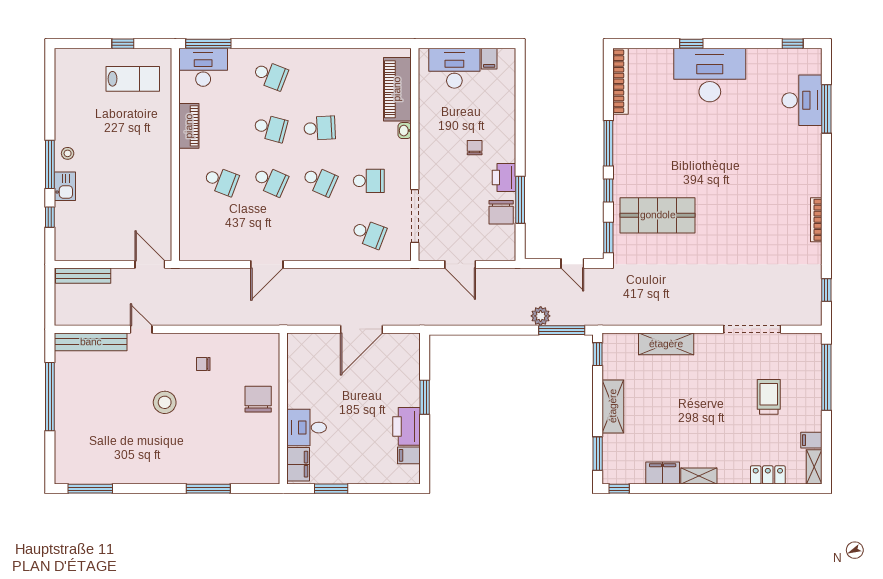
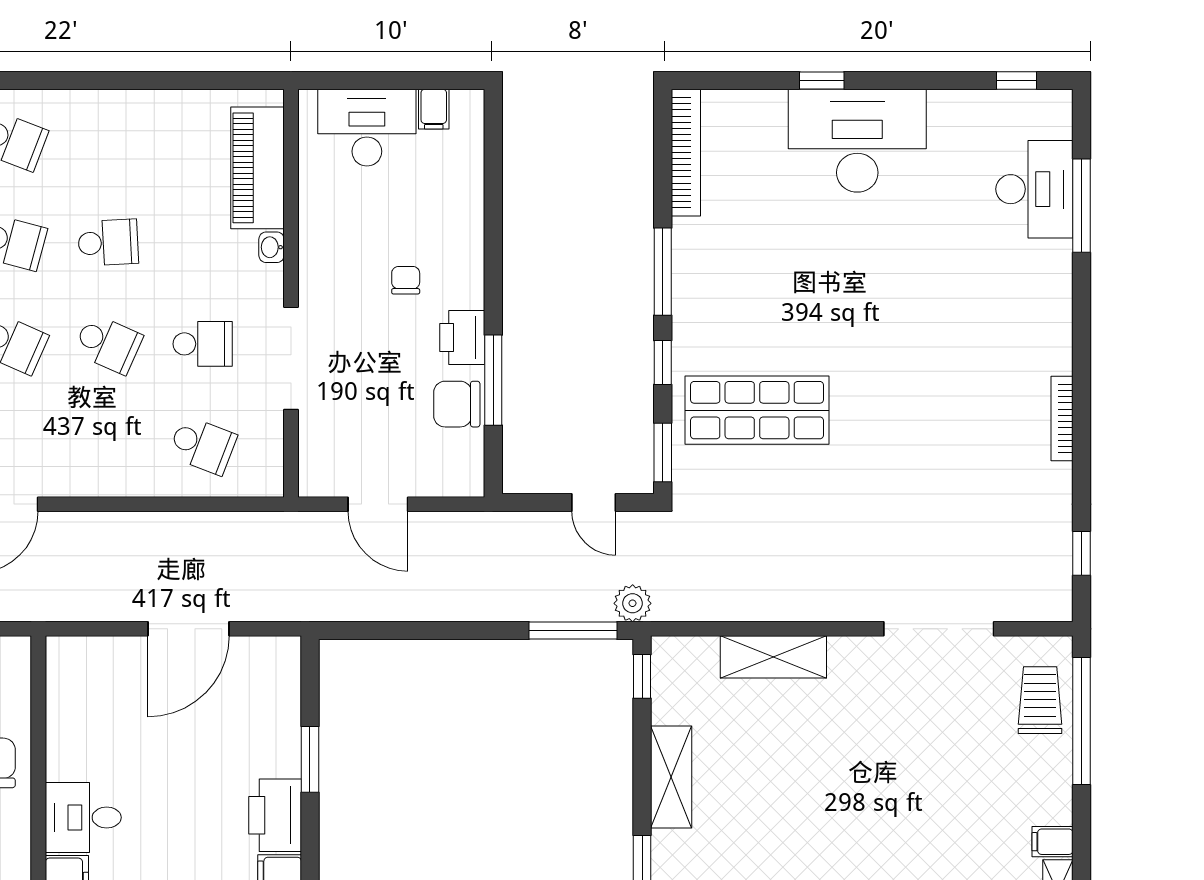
chair: (501, 212) -> (457, 404), turned 90
doorway: (415, 216) -> (291, 358), moved
plant: (541, 316) -> (633, 603), moved
trolley: (769, 397) -> (1040, 700), moved

